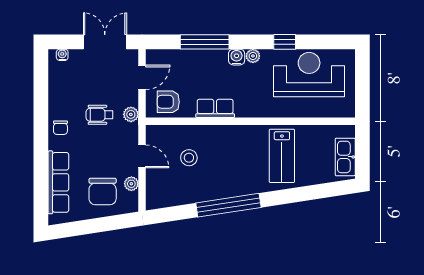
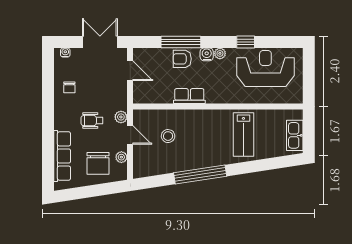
door: (142, 77) -> (130, 71), hinge flipped
armchair: (168, 102) -> (182, 59), moved
plant: (131, 114) -> (121, 117), moved
wheelchair: (100, 115) -> (92, 121), moved
chair: (60, 128) -> (69, 87), moved

